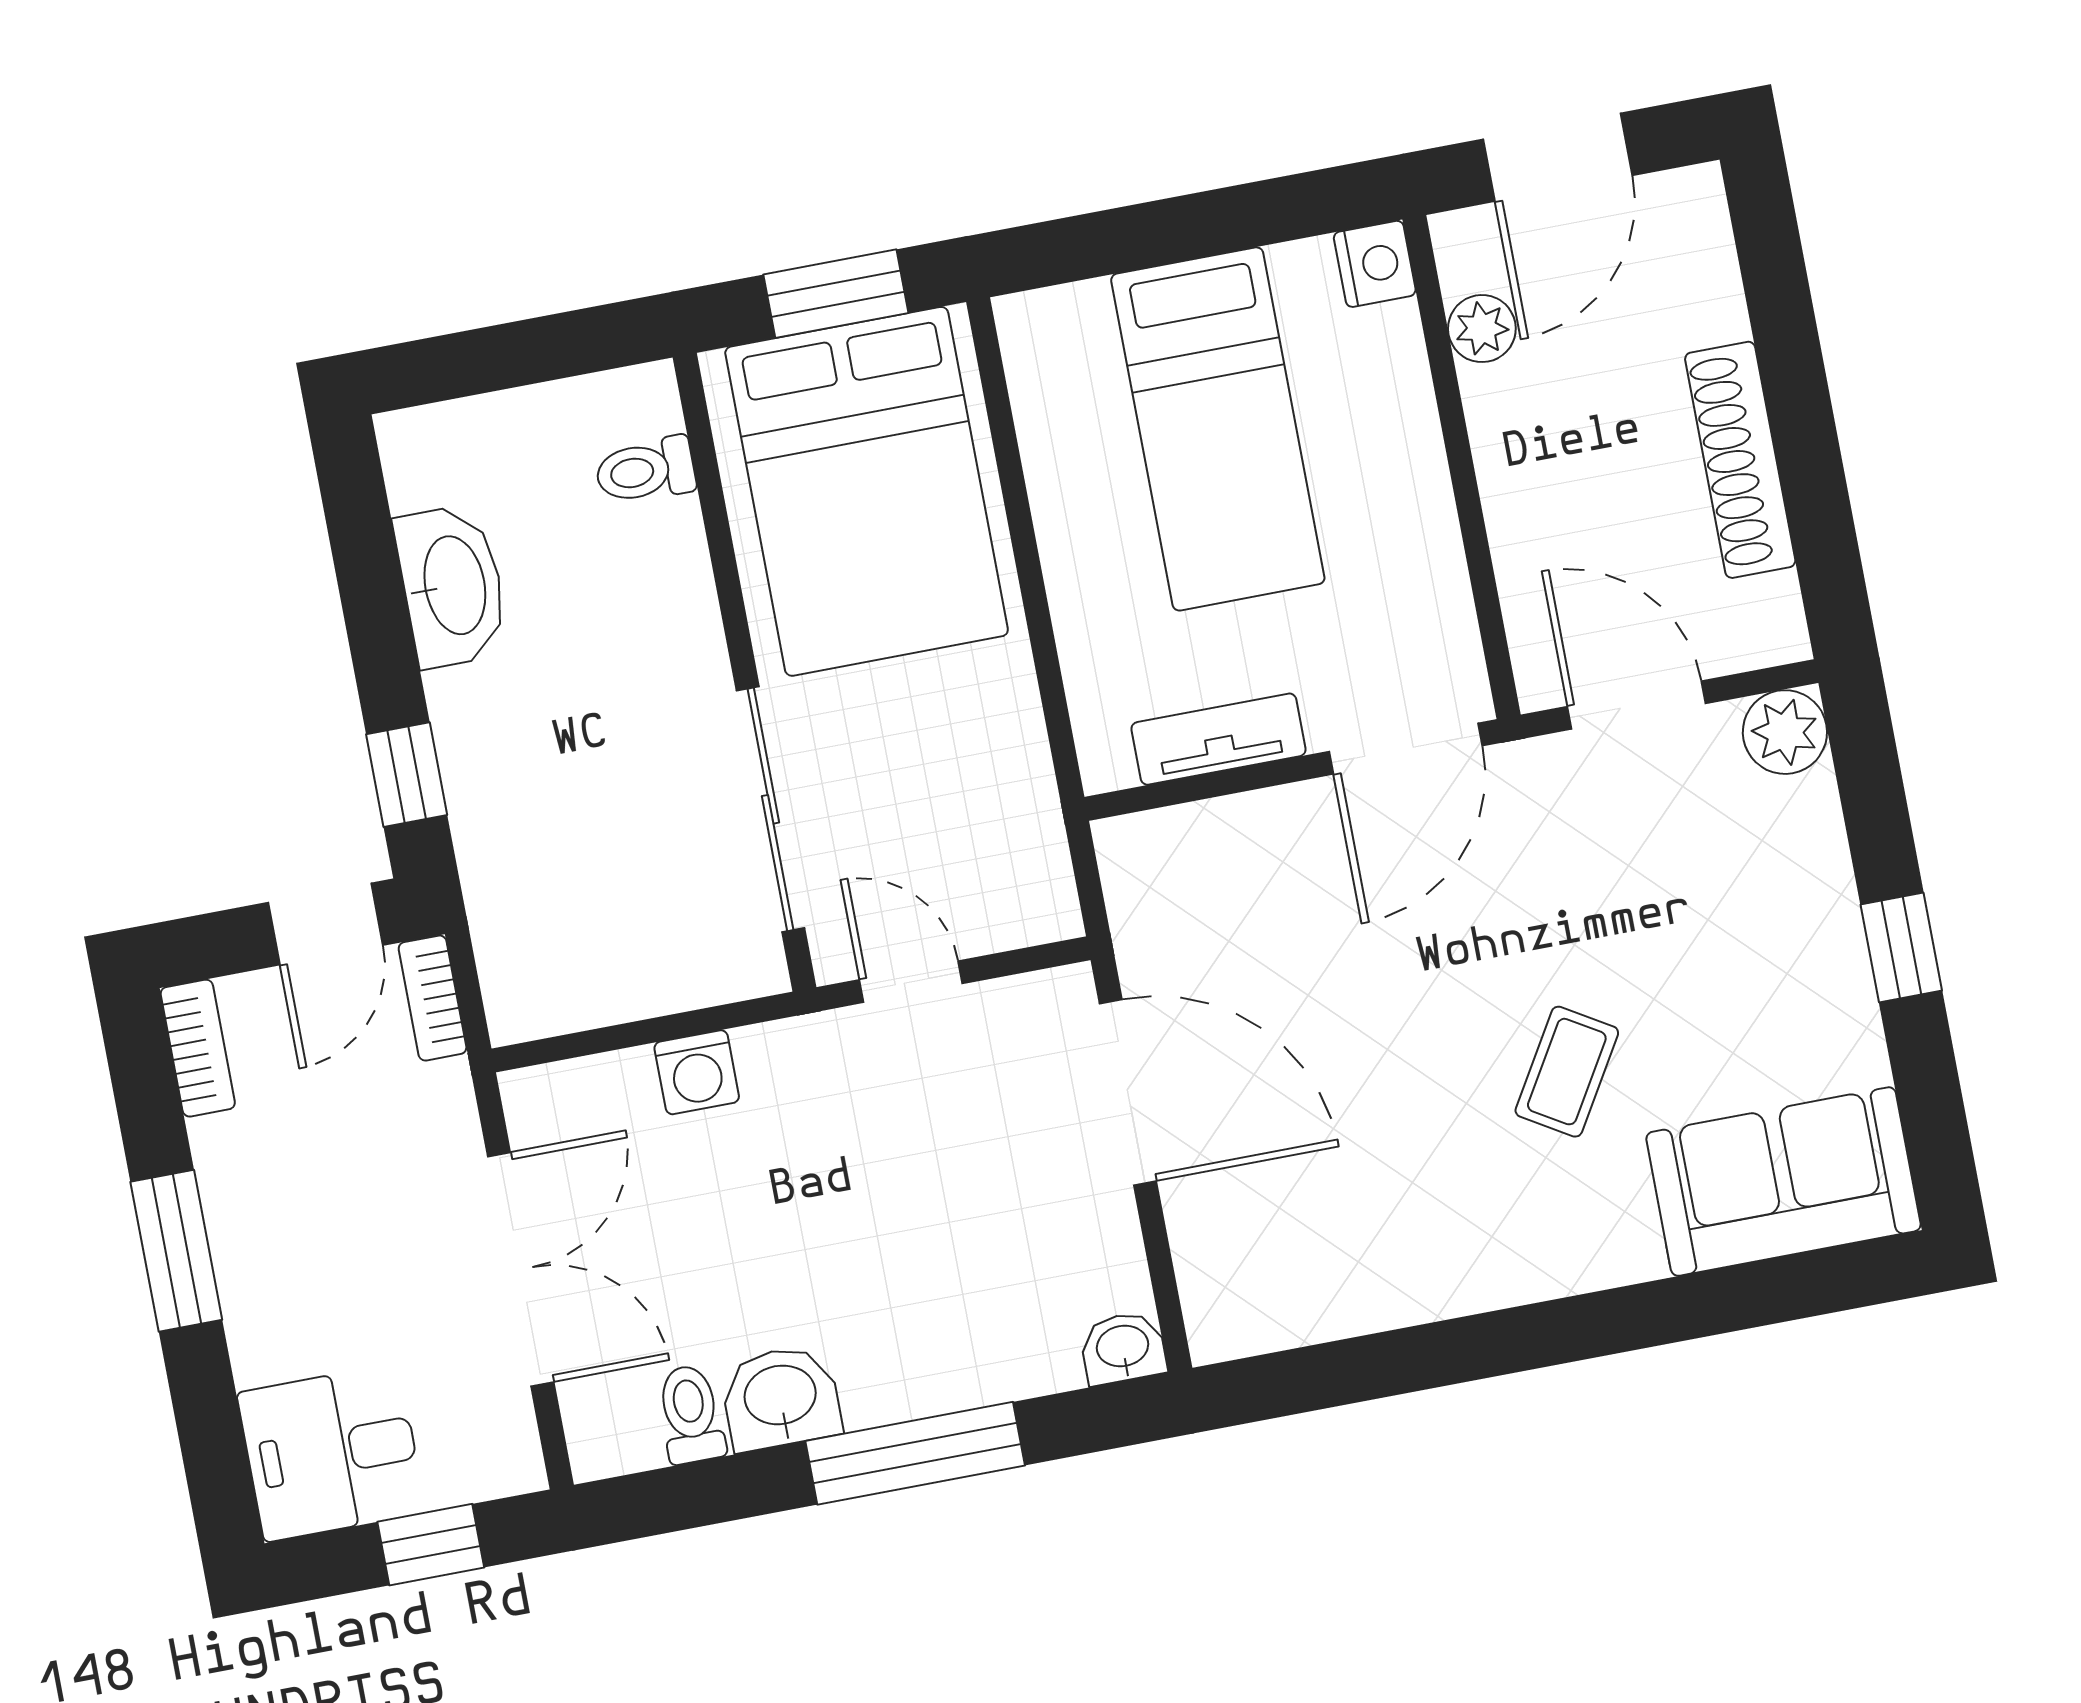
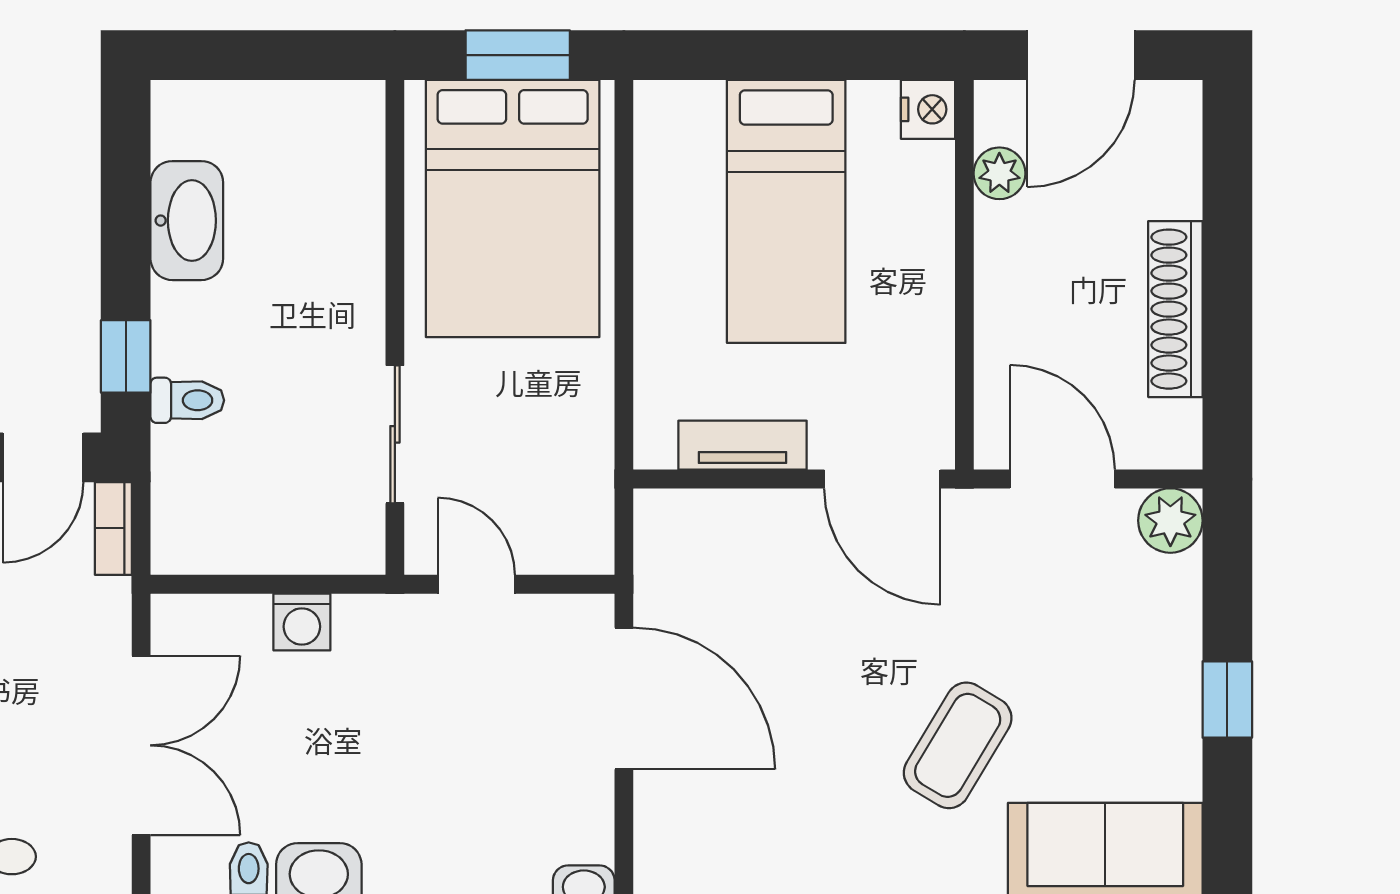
toilet: (645, 470) -> (187, 400), moved, turned 180
door: (1406, 749) -> (882, 479), hinge flipped
sliding door: (770, 809) -> (395, 434), width x0.73
coffee table: (1567, 1072) -> (958, 745), width x1.36, depth x1.30

